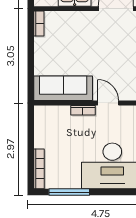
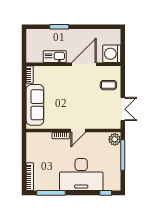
sofa: (63, 88) -> (35, 105), moved, turned 90
door: (108, 103) -> (78, 130), swing flipped

